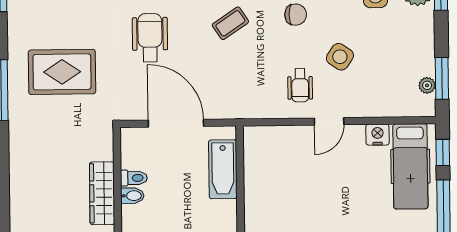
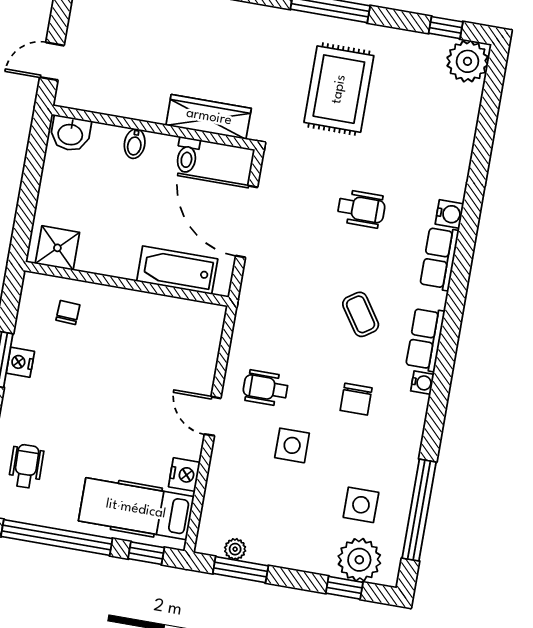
wheelchair: (150, 38) -> (361, 209), width x0.73, depth x0.73
side table: (340, 57) -> (292, 445), turned -34
door: (176, 123) -> (247, 222), swing flipped
wardrobe: (102, 193) -> (209, 117), moved
bidet: (132, 196) -> (135, 144), moved

